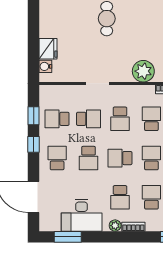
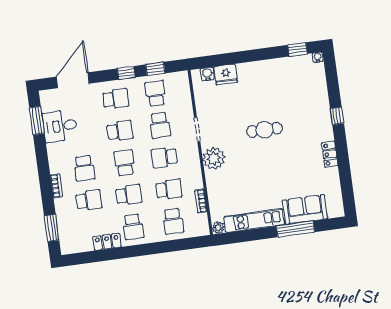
plant: (143, 71) -> (214, 158), moved
school desk: (89, 158) -> (120, 131), turned 180
school desk: (120, 197) -> (84, 168), turned -90
desk: (82, 215) -> (60, 126), width x0.73
plant: (115, 226) -> (55, 167), removed

